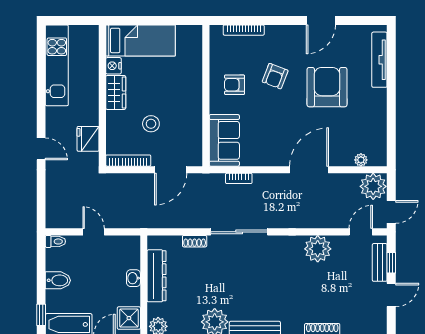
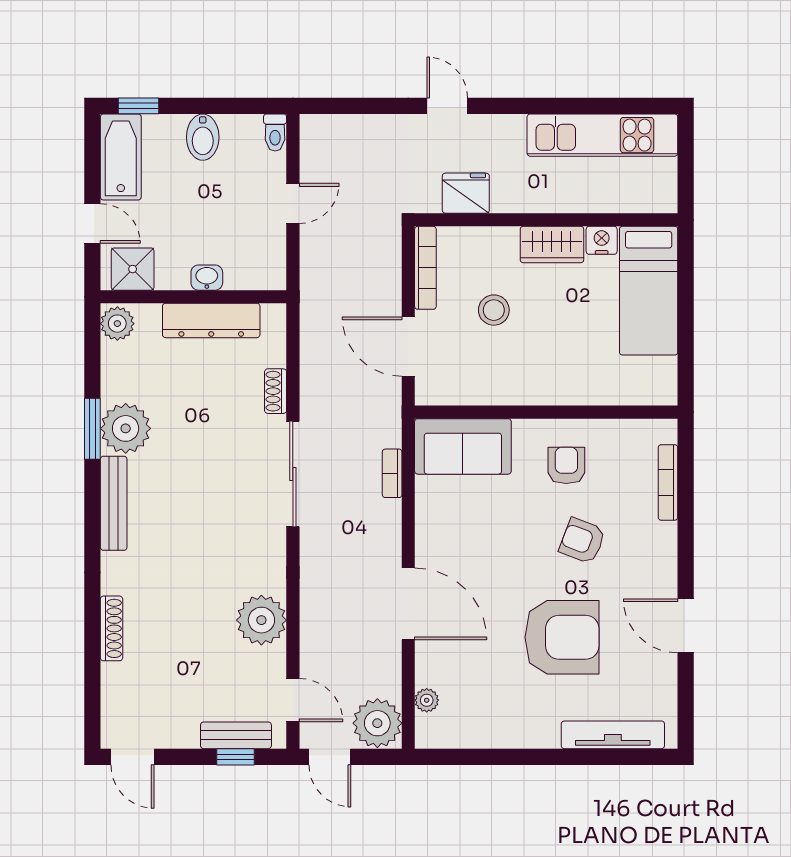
door: (41, 149) -> (447, 106), swing flipped
door: (391, 295) -> (132, 757), moved

